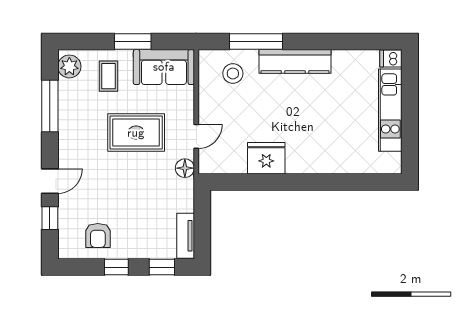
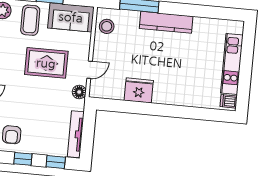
dishwasher: (391, 59) -> (229, 101), moved
stool: (233, 73) -> (107, 26), moved
coffee table: (109, 76) -> (30, 20), width x1.36, depth x1.30
tv unit: (186, 236) -> (76, 134), width x1.41

